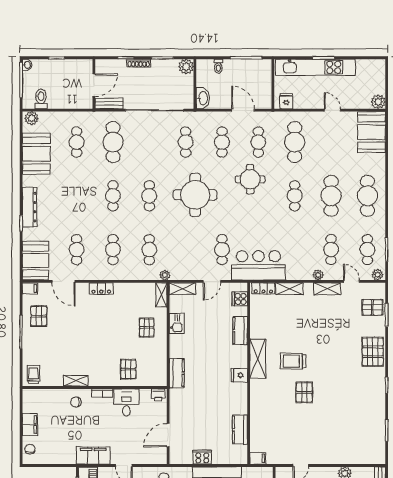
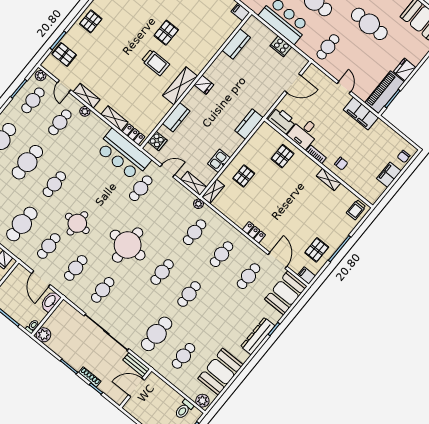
plant: (186, 67) -> (43, 335), moved
wall: (195, 84) -> (47, 317), moved
washbasin: (203, 98) -> (50, 301), moved
pallet: (373, 352) -> (91, 21), width x0.67, depth x0.71
printer: (158, 395) -> (282, 121), width x1.87, depth x1.48

